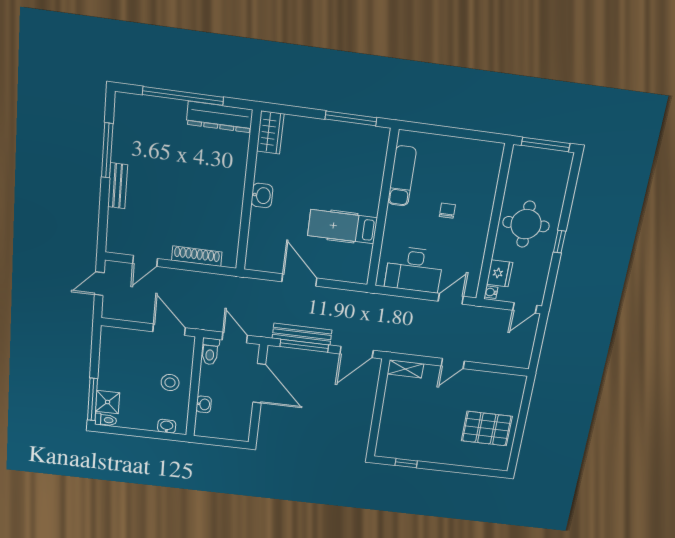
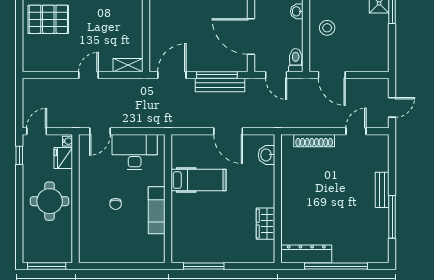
wardrobe: (270, 132) -> (265, 224), moved
exam couch: (402, 176) -> (157, 210), moved
washbasin: (262, 195) -> (266, 155), moved
window: (560, 242) -> (19, 155), moved

